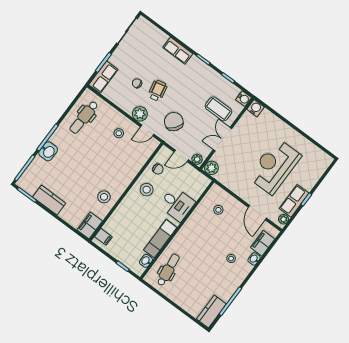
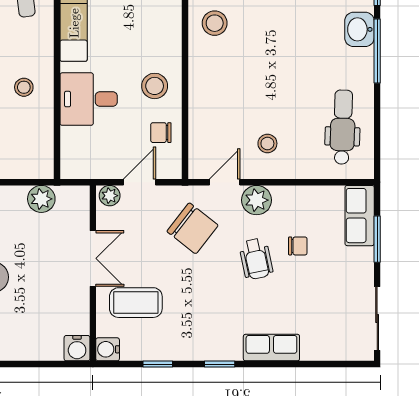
plant: (211, 168) -> (41, 199), moved
stool: (218, 210) -> (24, 87), moved

